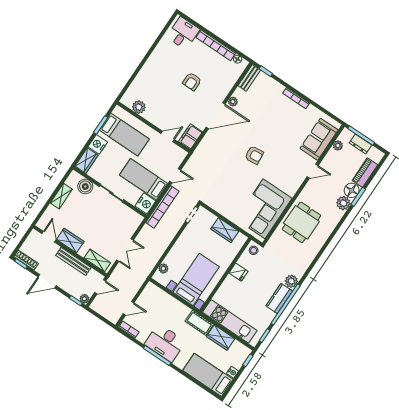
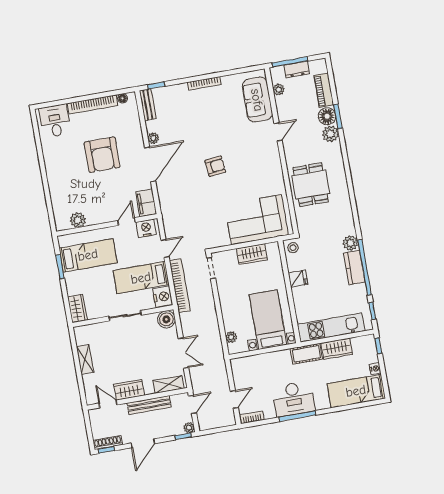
armchair: (192, 81) -> (102, 155), width x1.88, depth x1.88
nightstand: (98, 144) -> (146, 228), moved, turned 90
boiler: (85, 186) -> (166, 319), moved
corner sofa: (264, 209) -> (256, 220), moved, turned 90

